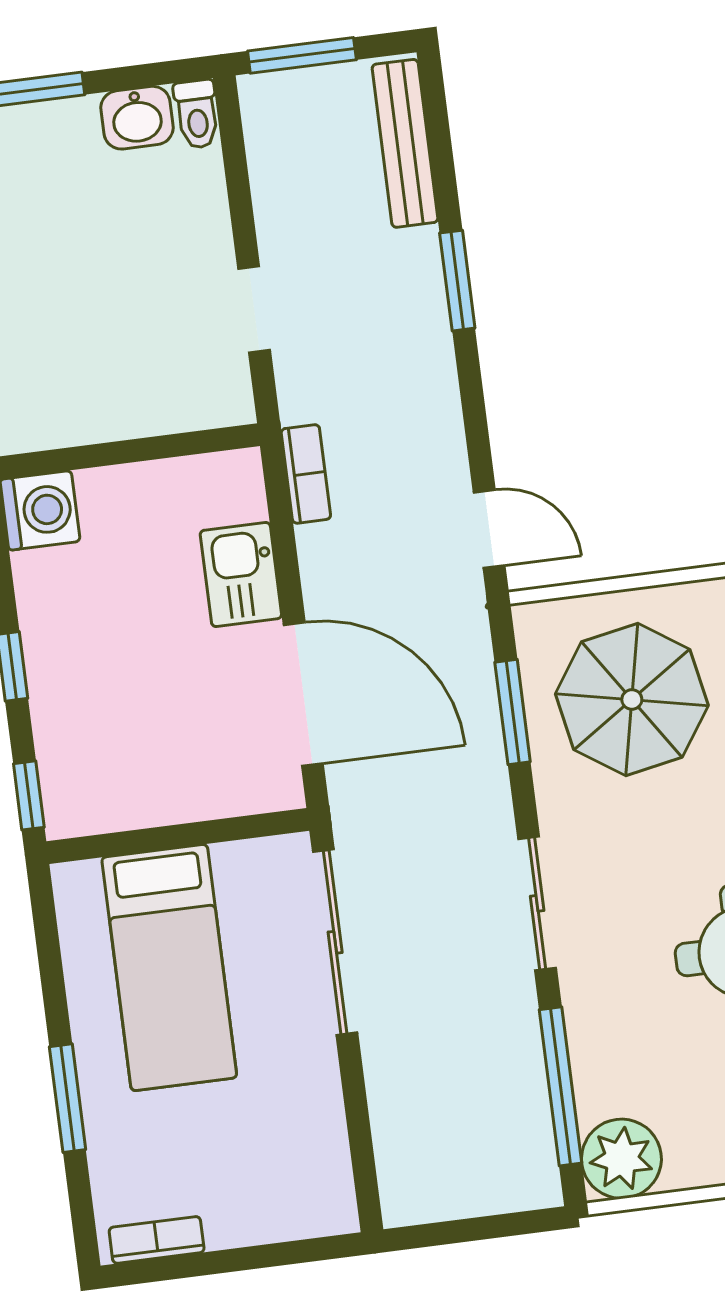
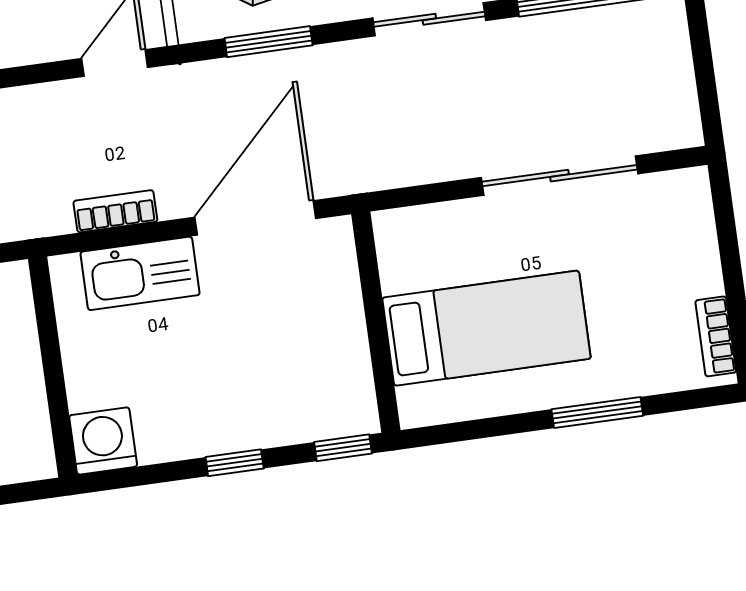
bookcase: (306, 474) -> (115, 211), moved
kitchen sink: (241, 574) -> (140, 273), width x1.38
sliding door: (335, 942) -> (559, 176), moved

